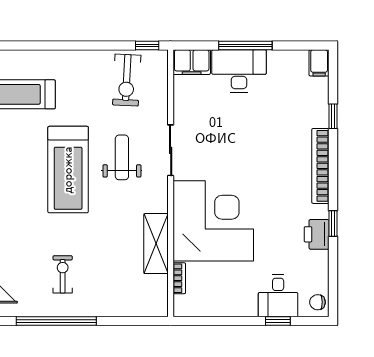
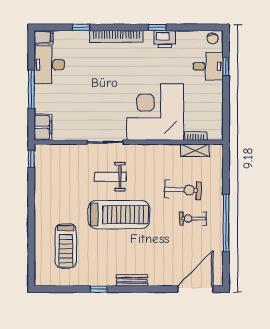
desk: (239, 71) -> (49, 65), moved
exercise bike: (127, 80) -> (183, 190), moved
shelving: (156, 244) -> (195, 150), moved, width x0.67, depth x0.75

